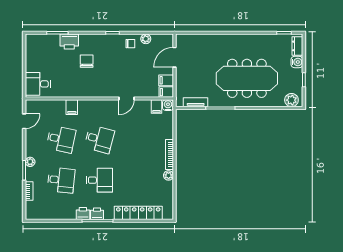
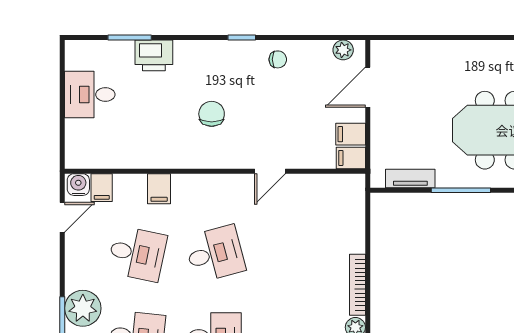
plant: (146, 39) -> (343, 50), moved
chair: (87, 61) -> (212, 114), moved
desk: (38, 84) -> (90, 95), moved
water cooler: (168, 105) -> (78, 185), moved
filing cabinet: (156, 107) -> (102, 188), moved
desk: (99, 139) -> (215, 254), turned -30
plant: (30, 162) -> (83, 308), width x1.88, depth x1.88

